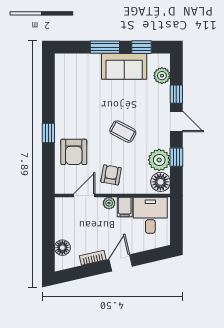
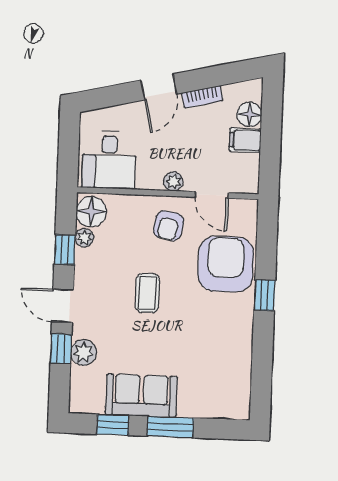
plant: (162, 76) -> (84, 352), moved
coffee table: (123, 132) -> (147, 293), turned 62
armchair: (74, 152) -> (226, 264), width x1.36, depth x1.36
plant: (159, 160) -> (84, 238), width x0.53, depth x0.53
door: (84, 195) -> (212, 195), hinge flipped
filing cabinet: (125, 207) -> (245, 140), moved, turned -90

